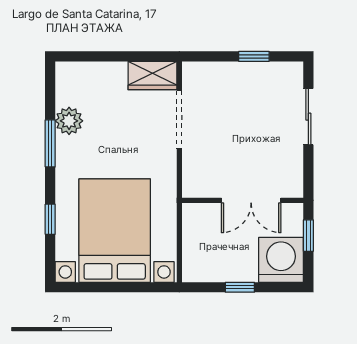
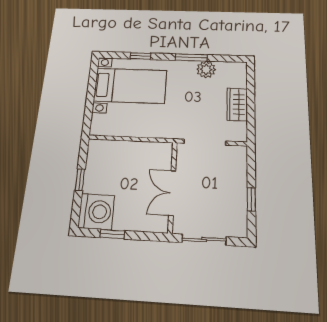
wardrobe: (152, 76) -> (237, 104), moved
wall: (243, 200) -> (173, 186), moved
double door: (251, 200) -> (172, 193), moved
bed with nightstands: (115, 231) -> (130, 86), width x0.73

